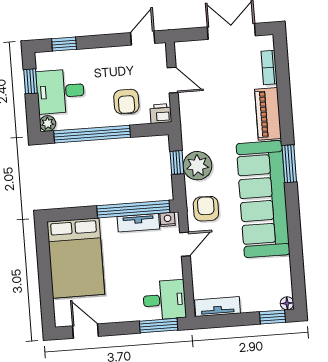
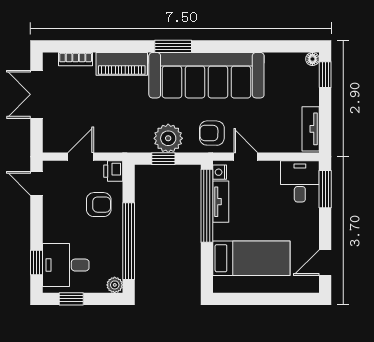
desk: (60, 91) -> (66, 265), moved, turned 90
bed: (76, 258) -> (251, 258), width x0.67

